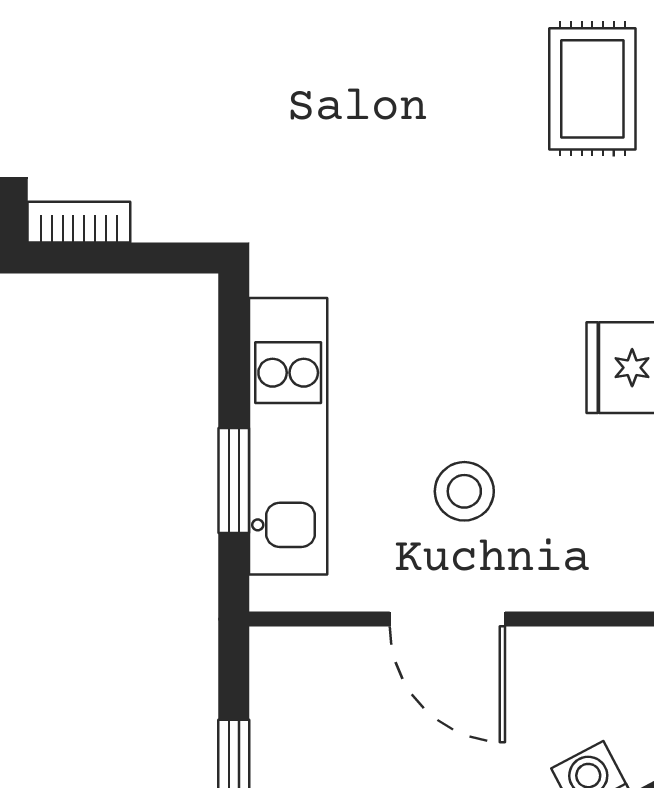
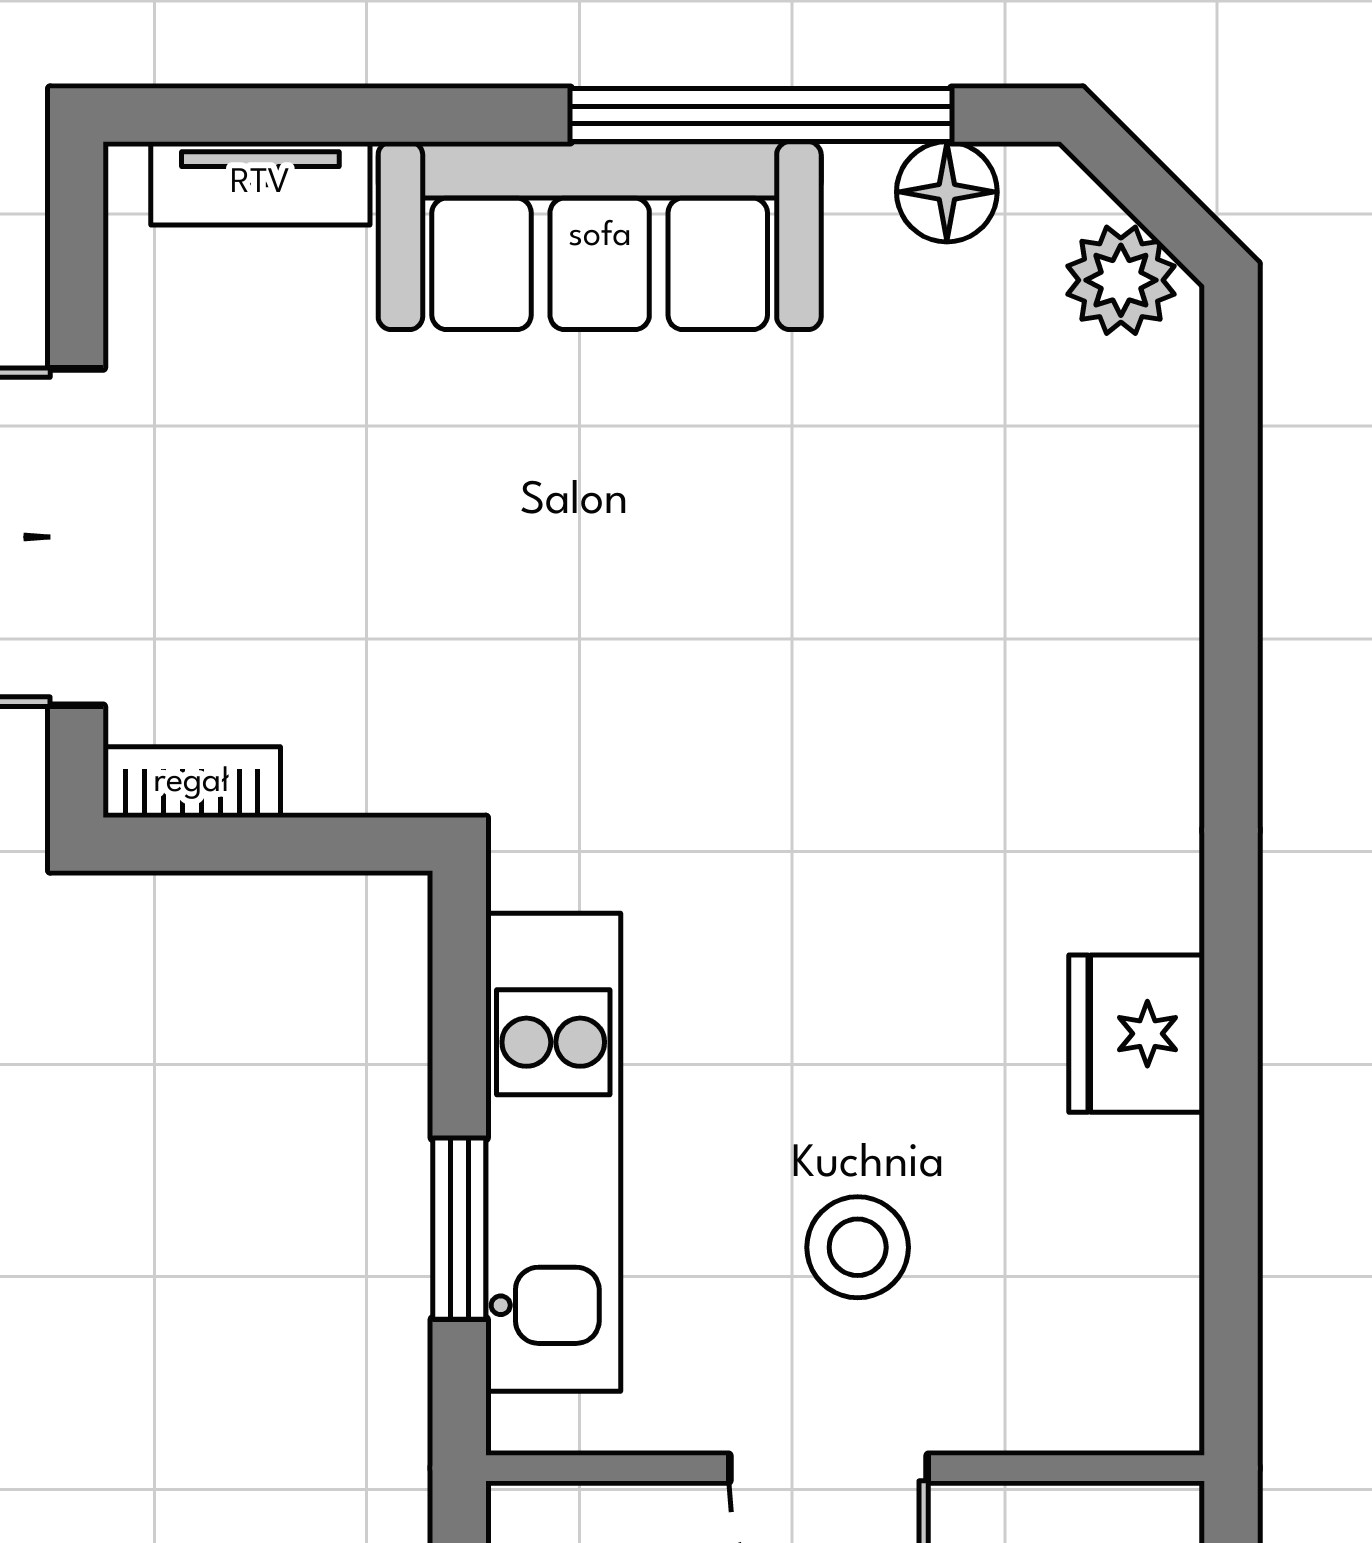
rug: (592, 89) -> (1079, 552), removed

